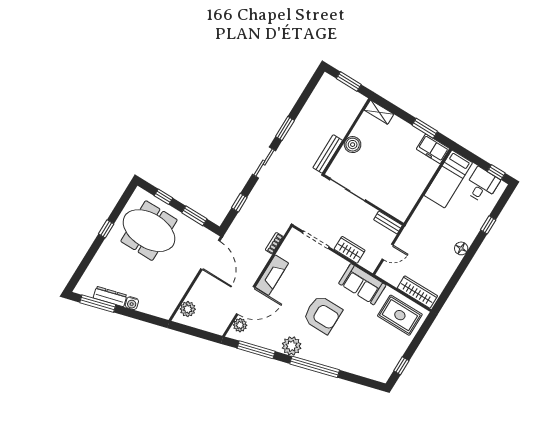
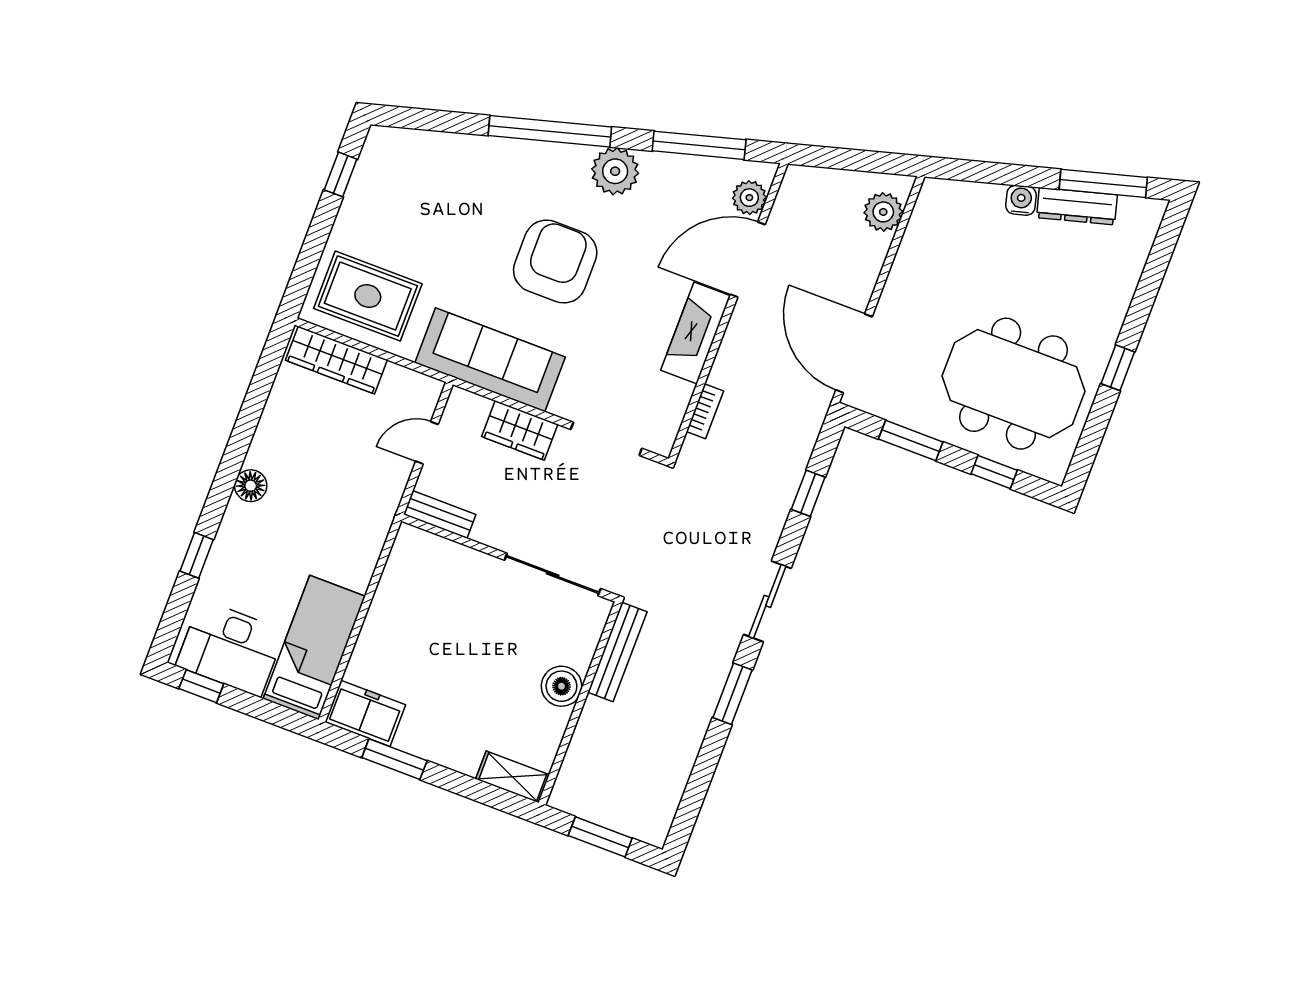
desk: (482, 185) -> (231, 648), width x1.37
sofa: (362, 284) -> (490, 360), width x1.36
armchair: (322, 315) -> (555, 261), turned 90

